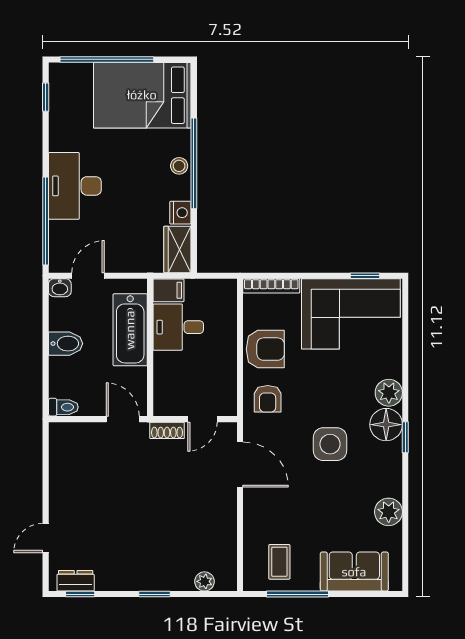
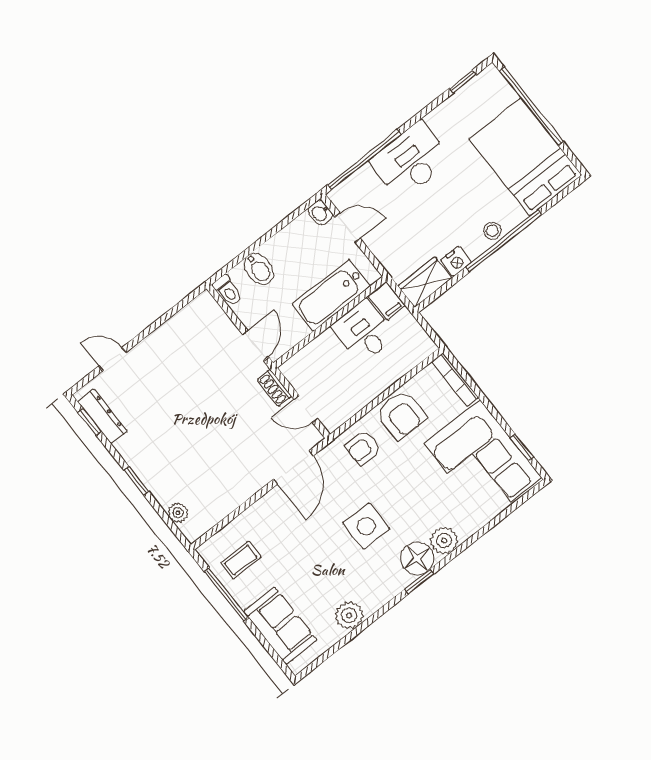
bidet: (66, 344) -> (259, 269), moved
dresser: (76, 581) -> (102, 416), width x1.44

